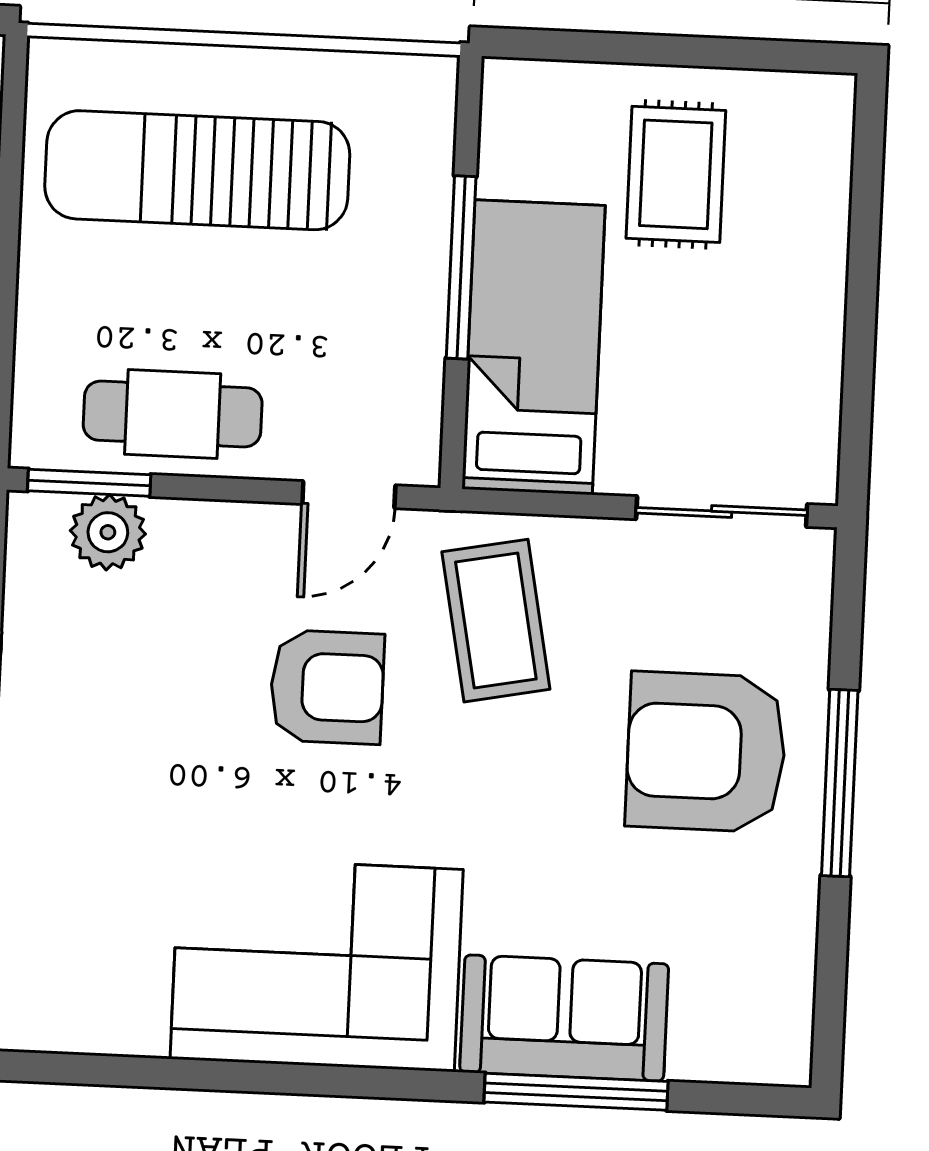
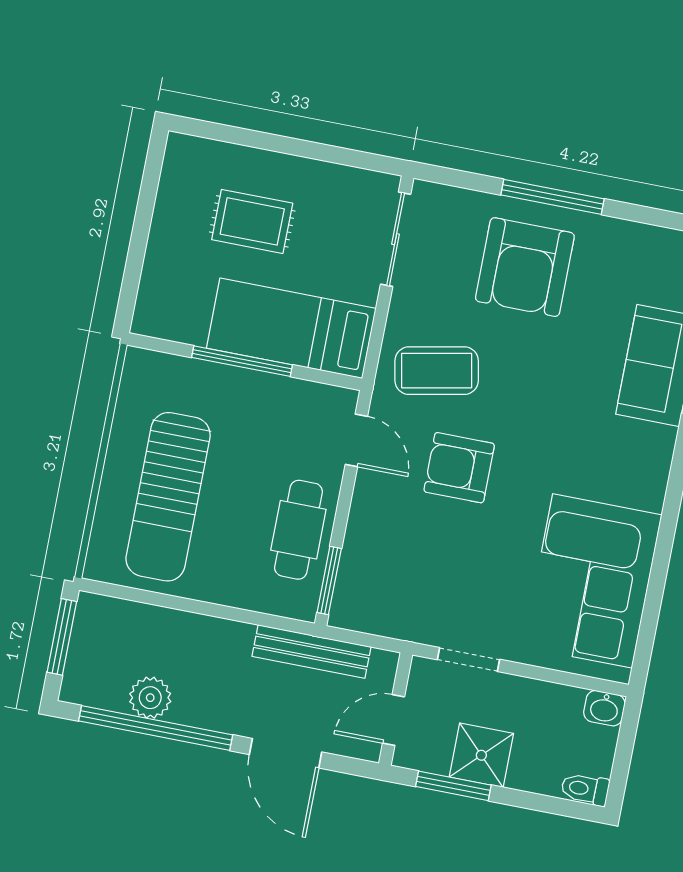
rug: (676, 174) -> (252, 221), moved
plant: (108, 532) -> (358, 574), removed
armchair: (327, 687) -> (459, 468), turned -90
corner sofa: (317, 964) -> (592, 581), moved

